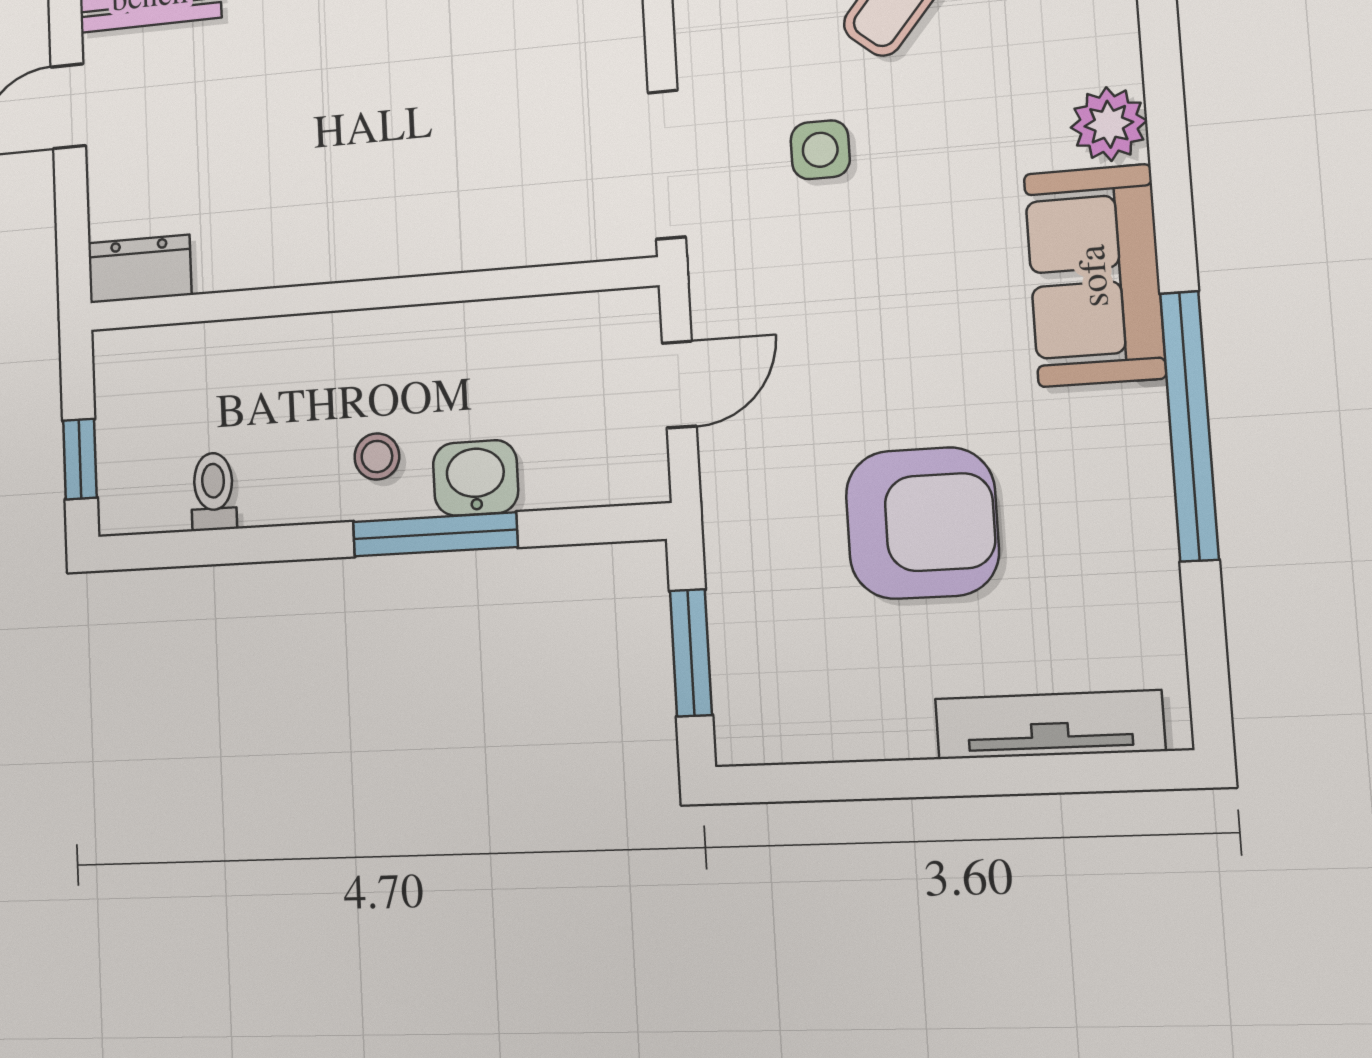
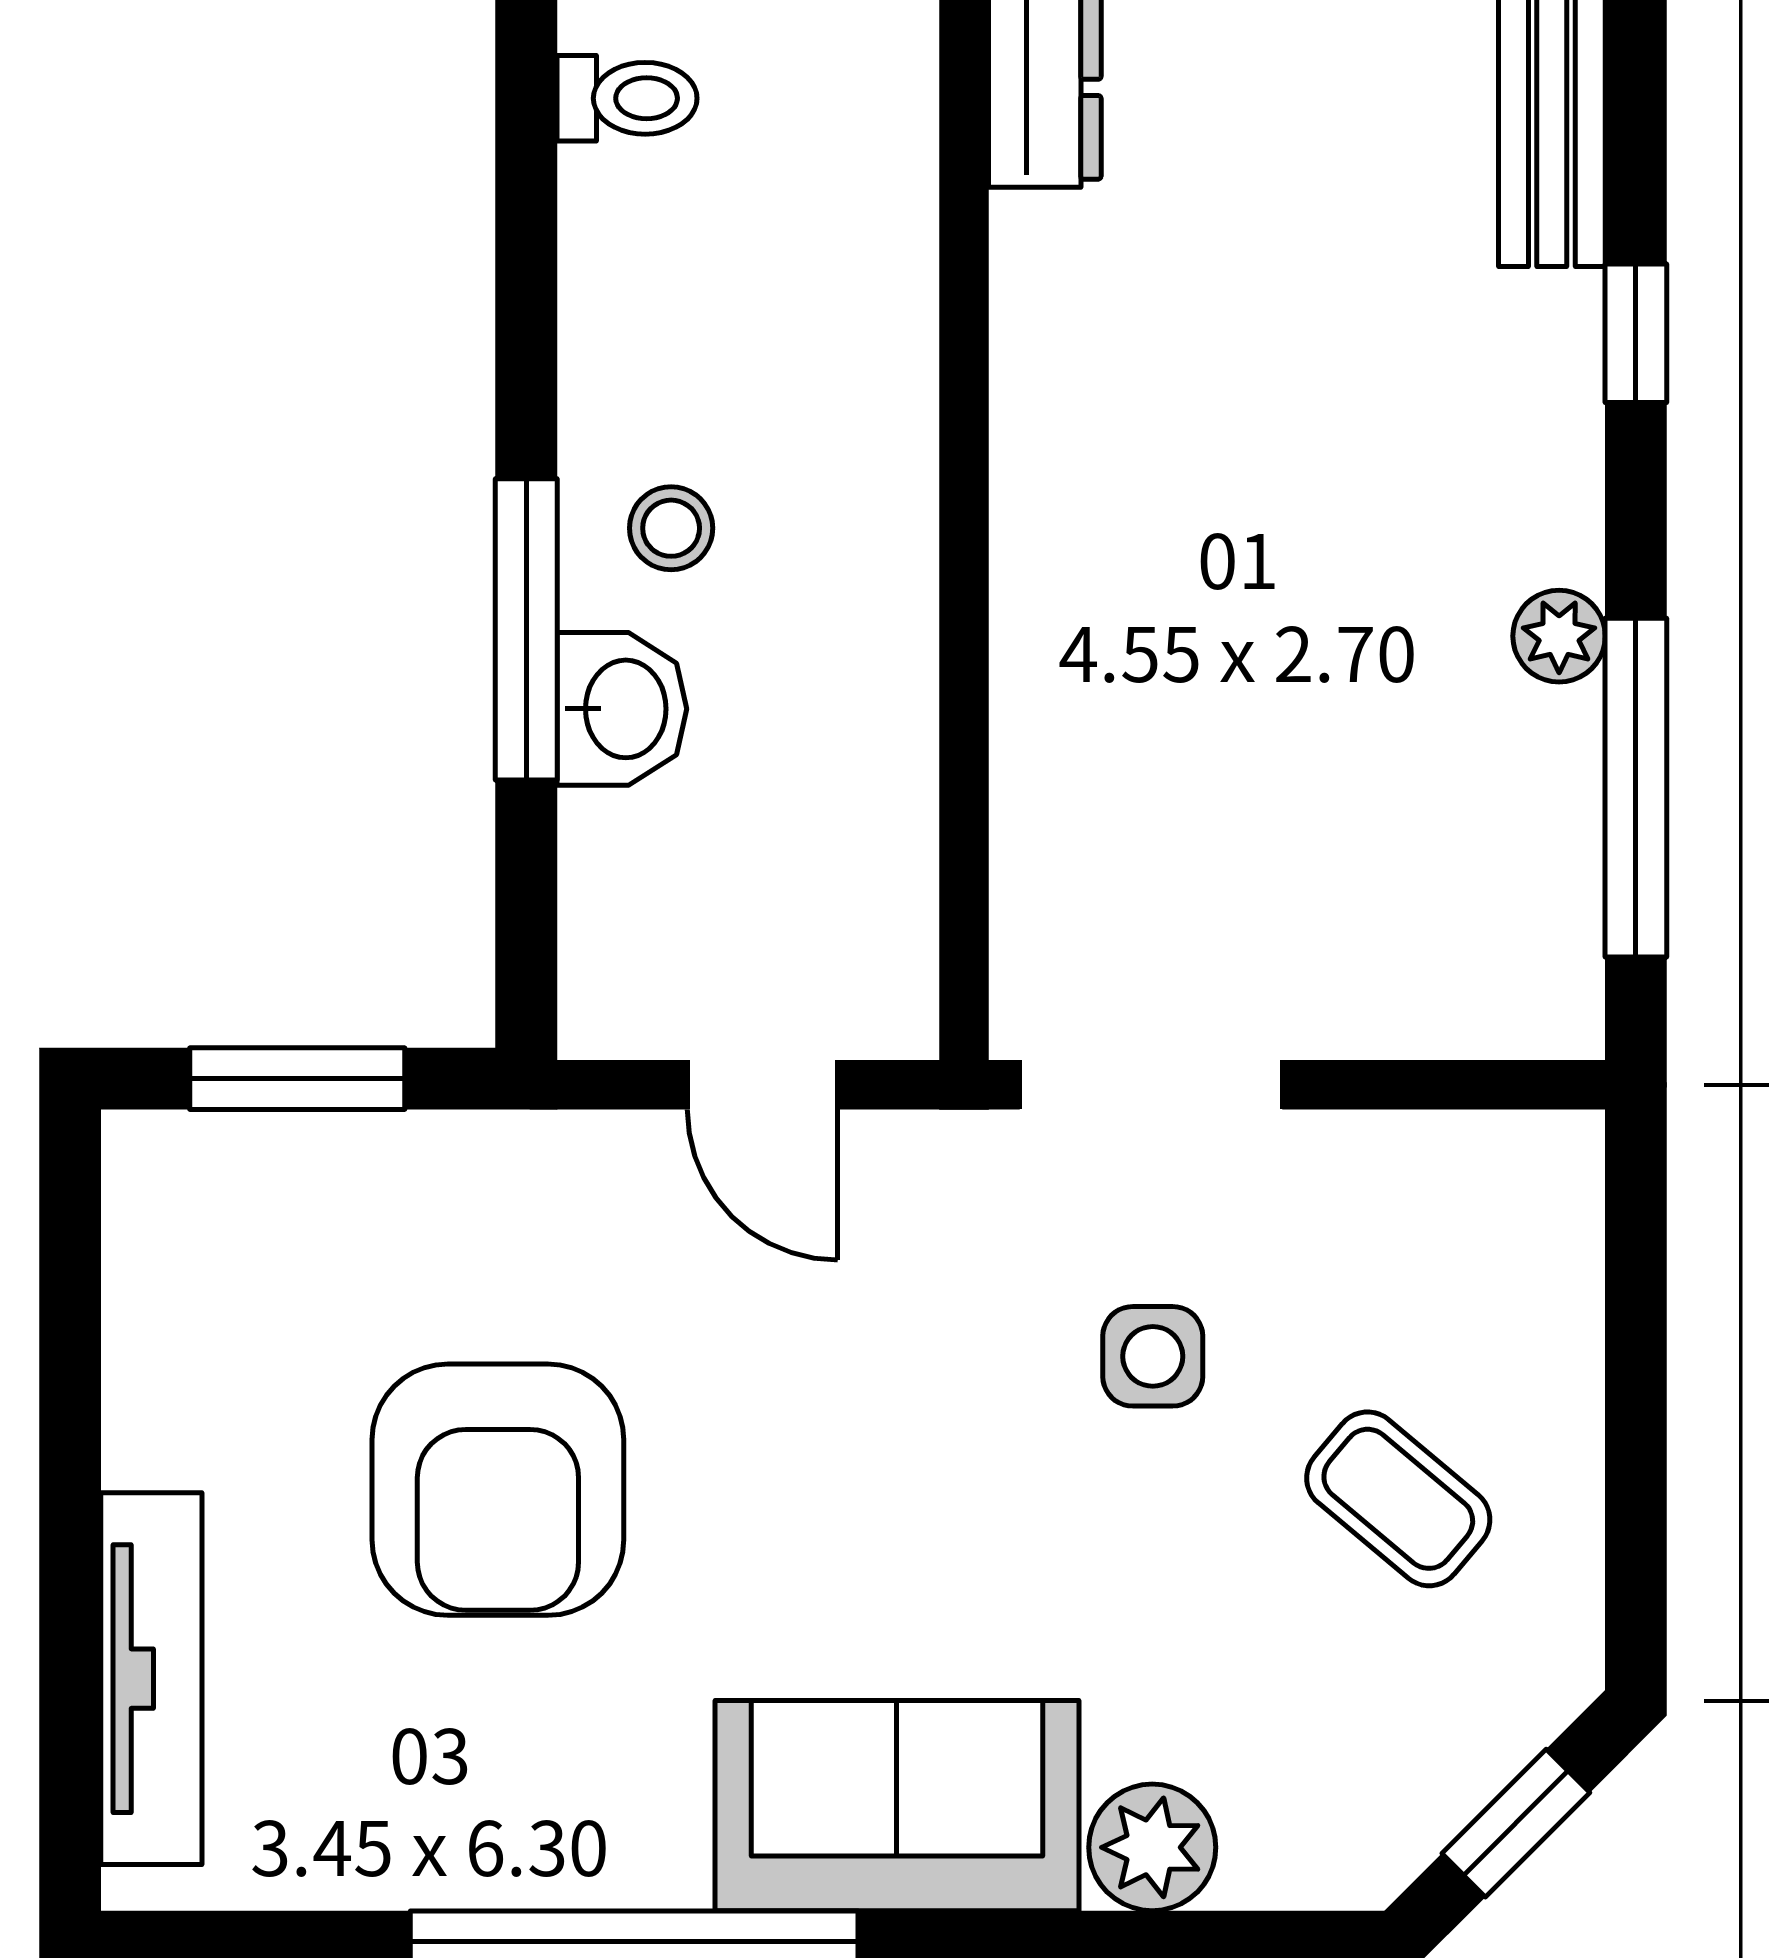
toilet: (213, 491) -> (627, 98), moved

